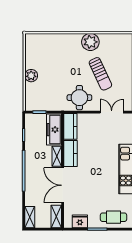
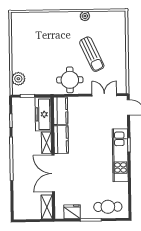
plant: (90, 42) -> (85, 16), width x0.53, depth x0.53
plant: (31, 76) -> (18, 79), moved
shelving: (30, 217) -> (19, 208), removed

